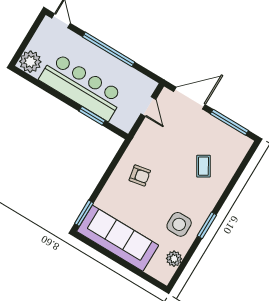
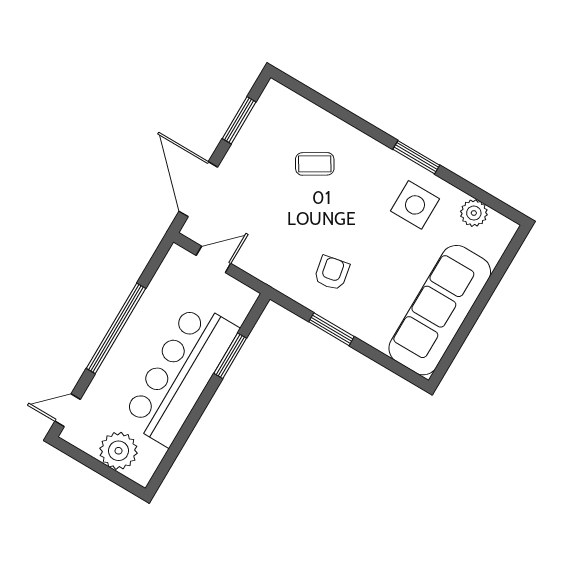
plant: (30, 62) -> (118, 451), moved
window: (229, 122) -> (239, 120), width x0.69
window: (84, 213) -> (331, 329), moved

